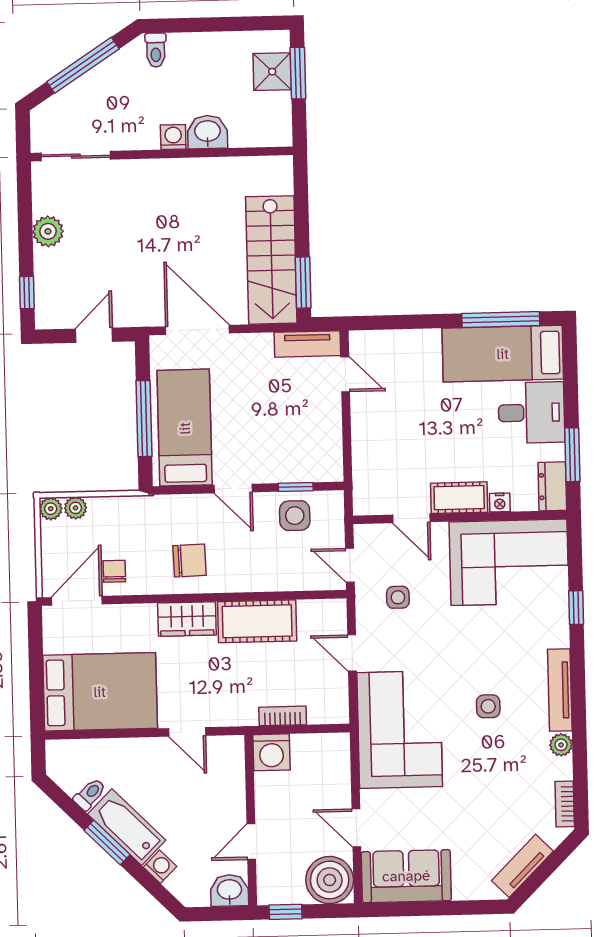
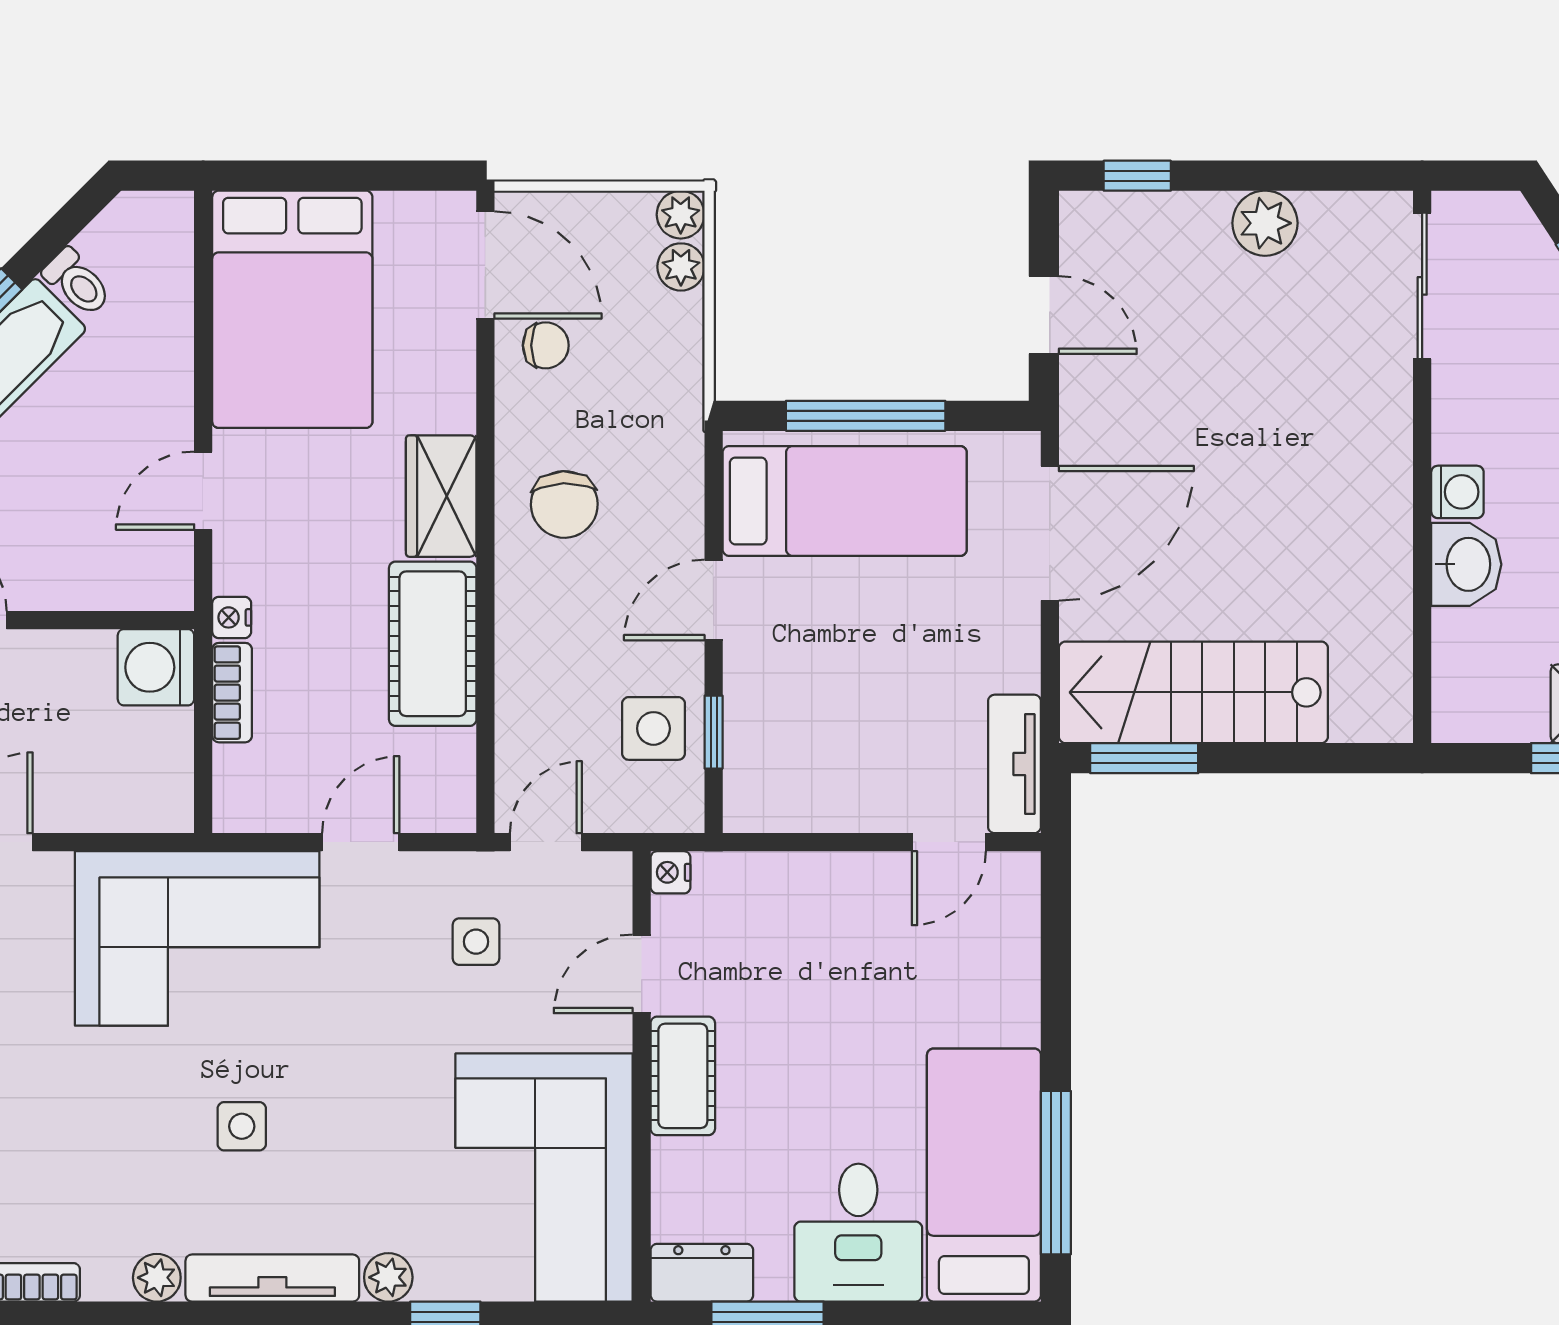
nightstand: (500, 503) -> (671, 872), moved
plant: (558, 635) -> (388, 1277), added
nightstand: (247, 717) -> (232, 617), added

